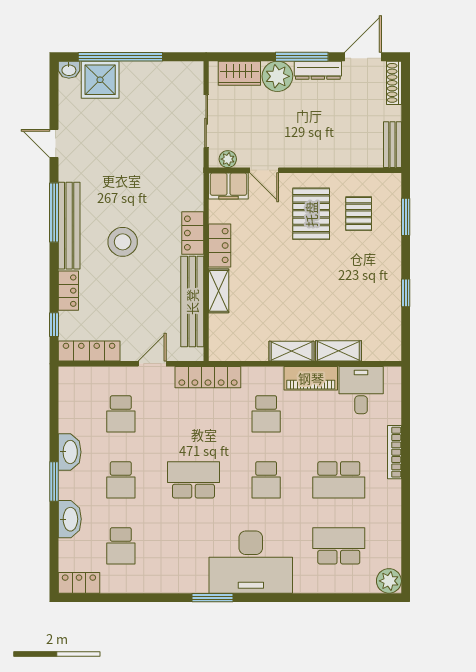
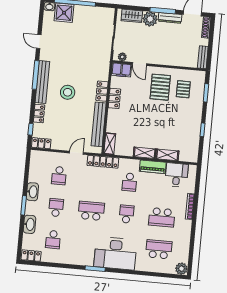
shelving: (219, 291) -> (110, 144), moved
locker: (89, 351) -> (41, 143), width x0.66
school desk: (121, 480) -> (56, 208), turned 180
school desk: (266, 480) -> (126, 214), turned 180

